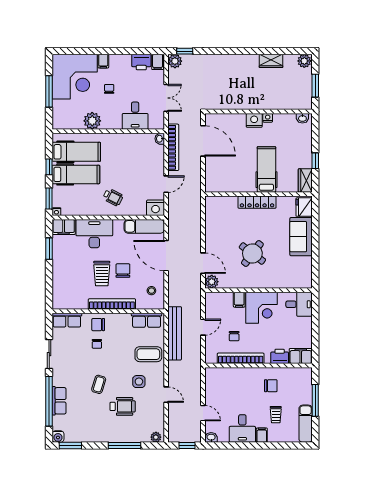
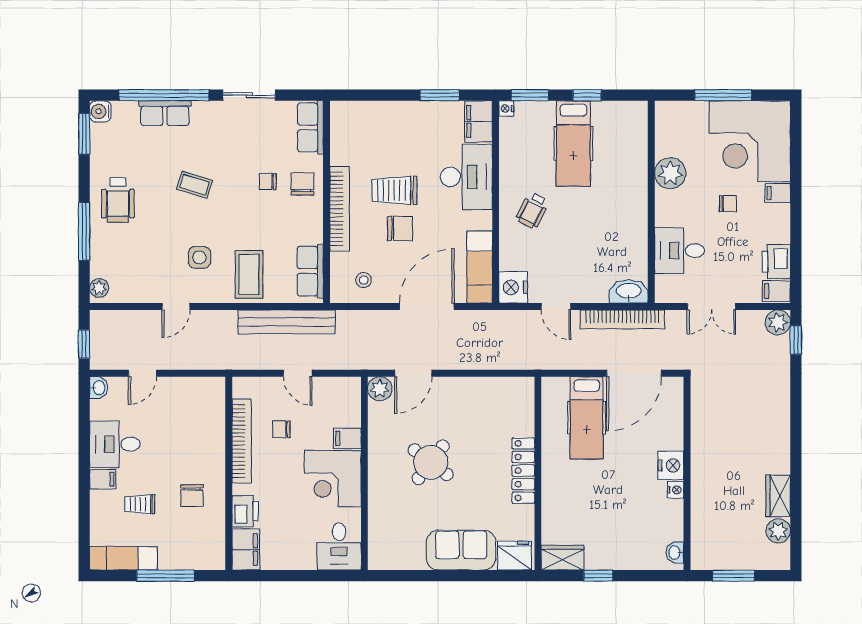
plant: (304, 61) -> (778, 531), moved
washbasin: (160, 139) -> (629, 291), width x1.91, depth x1.45
hospital bed: (76, 152) -> (614, 144), removed
hospital bed: (266, 169) -> (587, 418), moved, turned 90
wheelchair: (123, 406) -> (118, 200), moved

